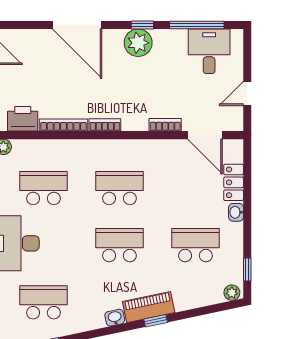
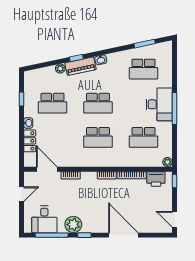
plant: (138, 43) -> (73, 224), moved
window: (247, 270) -> (21, 99), moved
plant: (232, 293) -> (60, 69), moved

